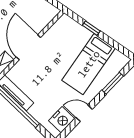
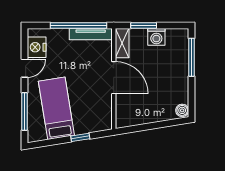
window: (113, 83) -> (25, 111), width x1.44

